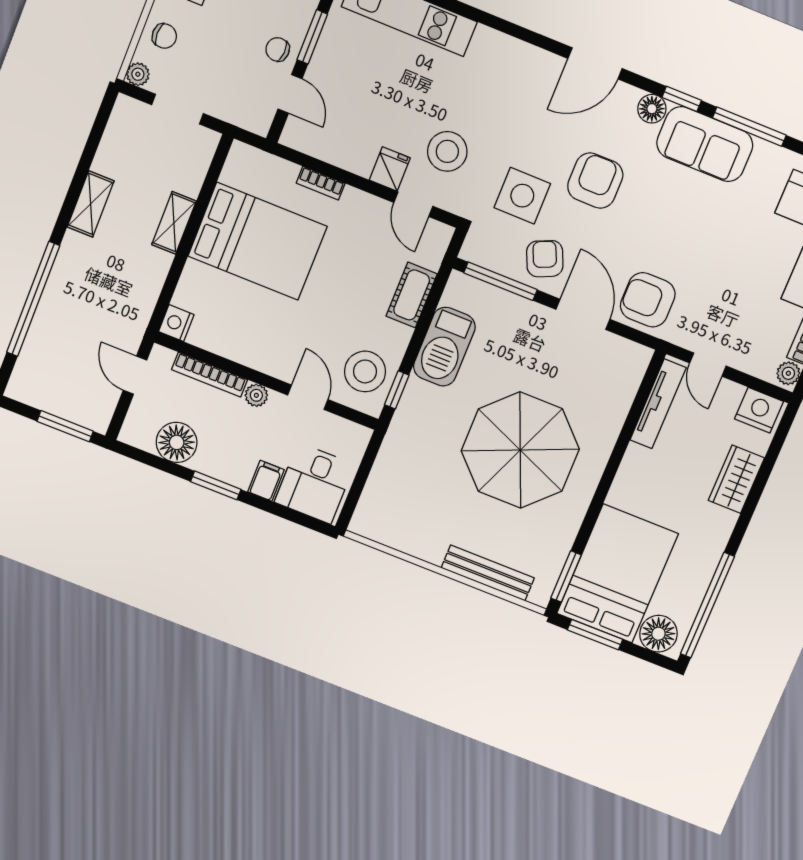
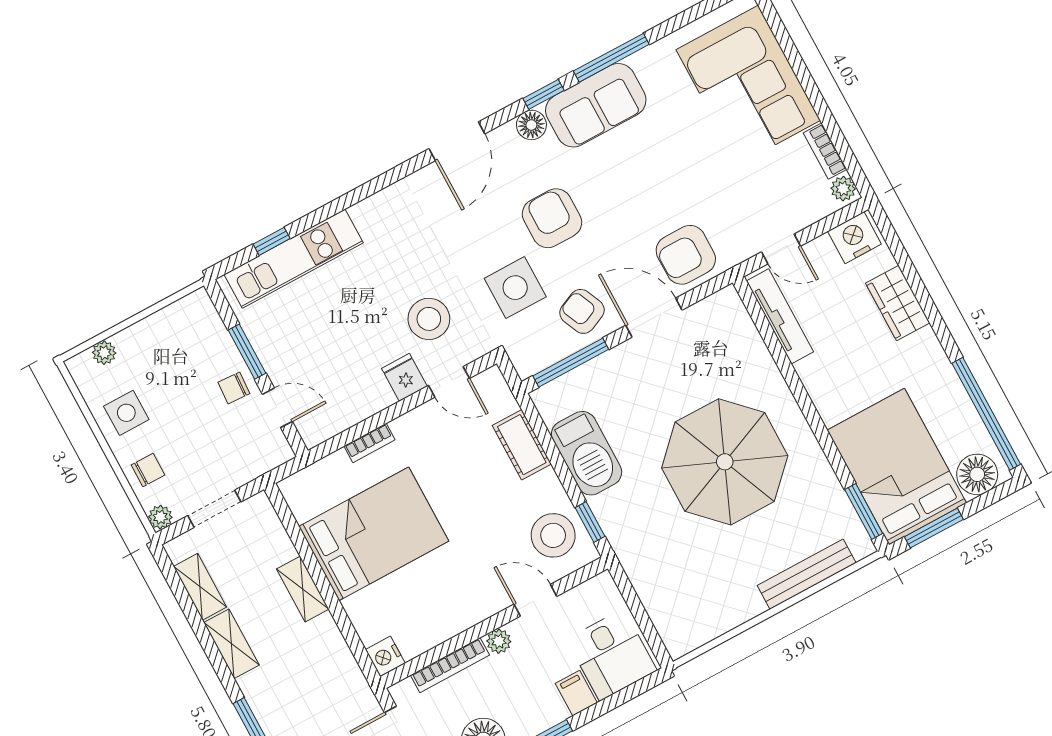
shelving: (112, 146) -> (200, 587), added

